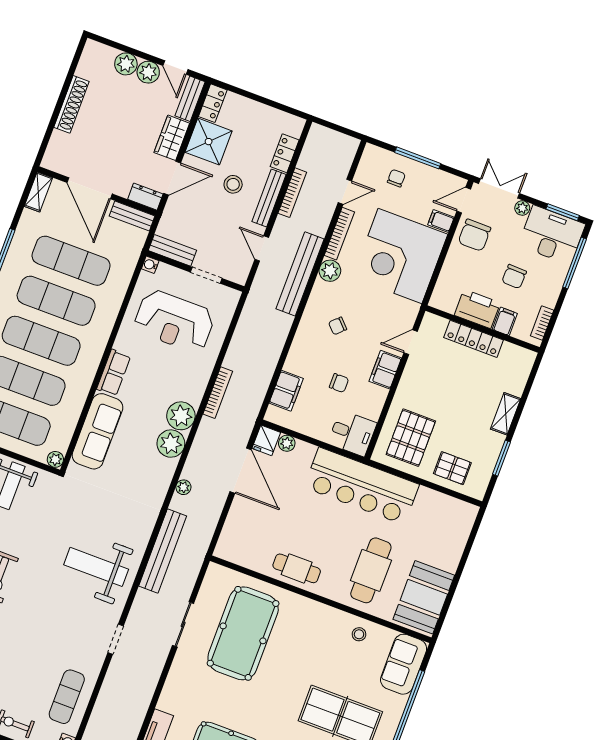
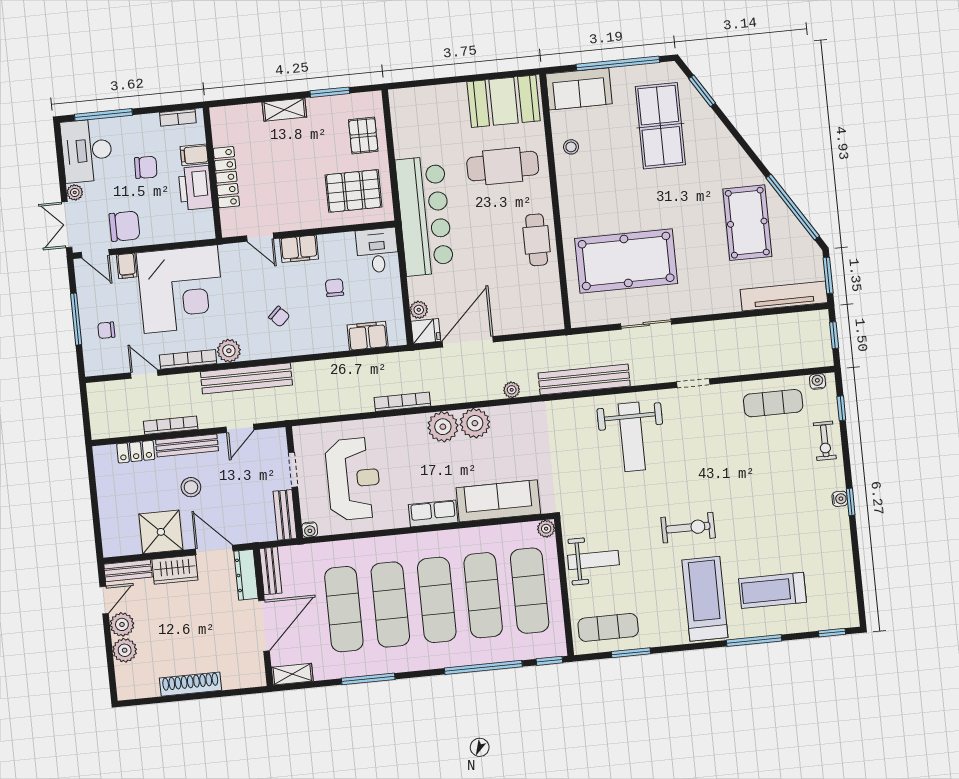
locker: (213, 103) -> (121, 546), removed
dresser: (145, 197) -> (246, 575), width x1.44
window: (563, 212) -> (59, 151), removed

